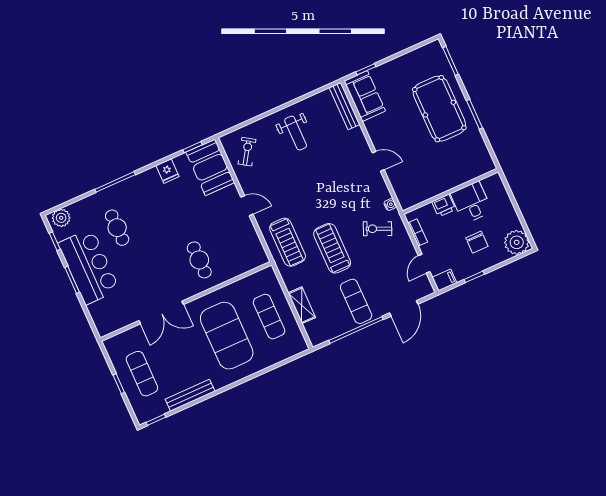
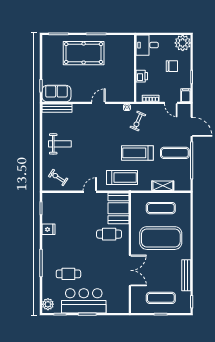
booth: (210, 167) -> (119, 208), moved, turned 90
desk: (471, 202) -> (147, 45), moved

